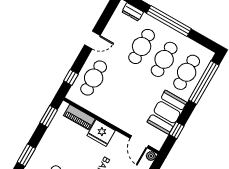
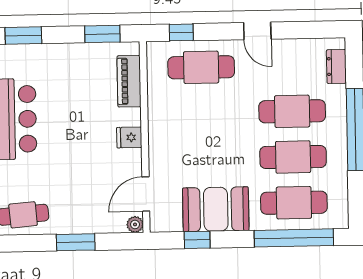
fridge: (101, 133) -> (129, 137), width x0.53, depth x0.75

